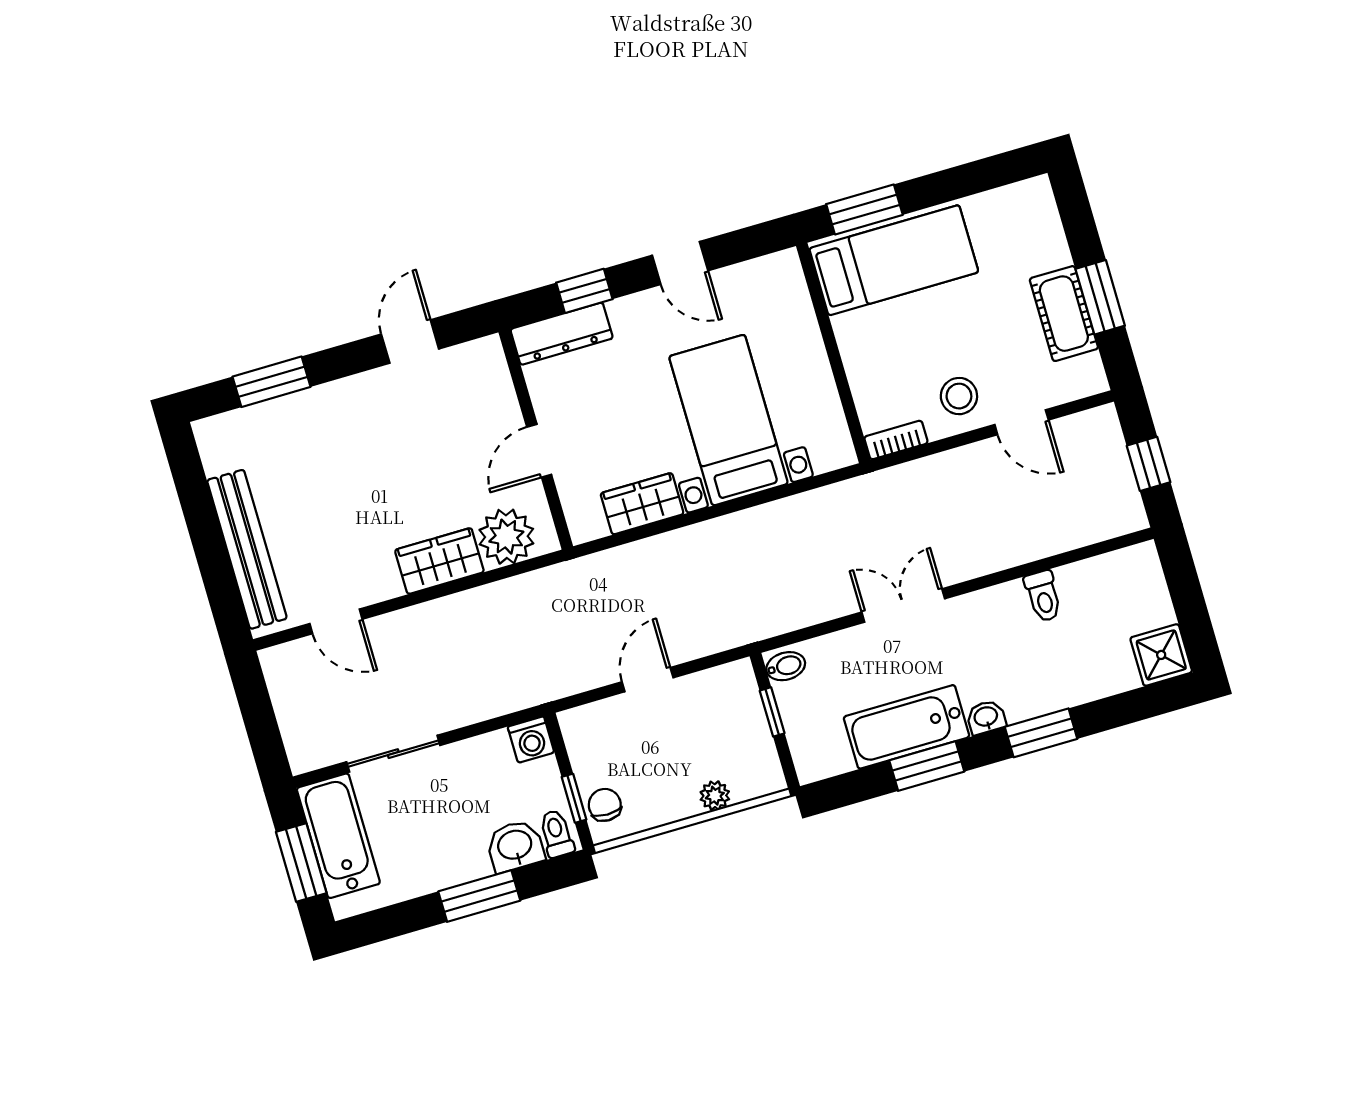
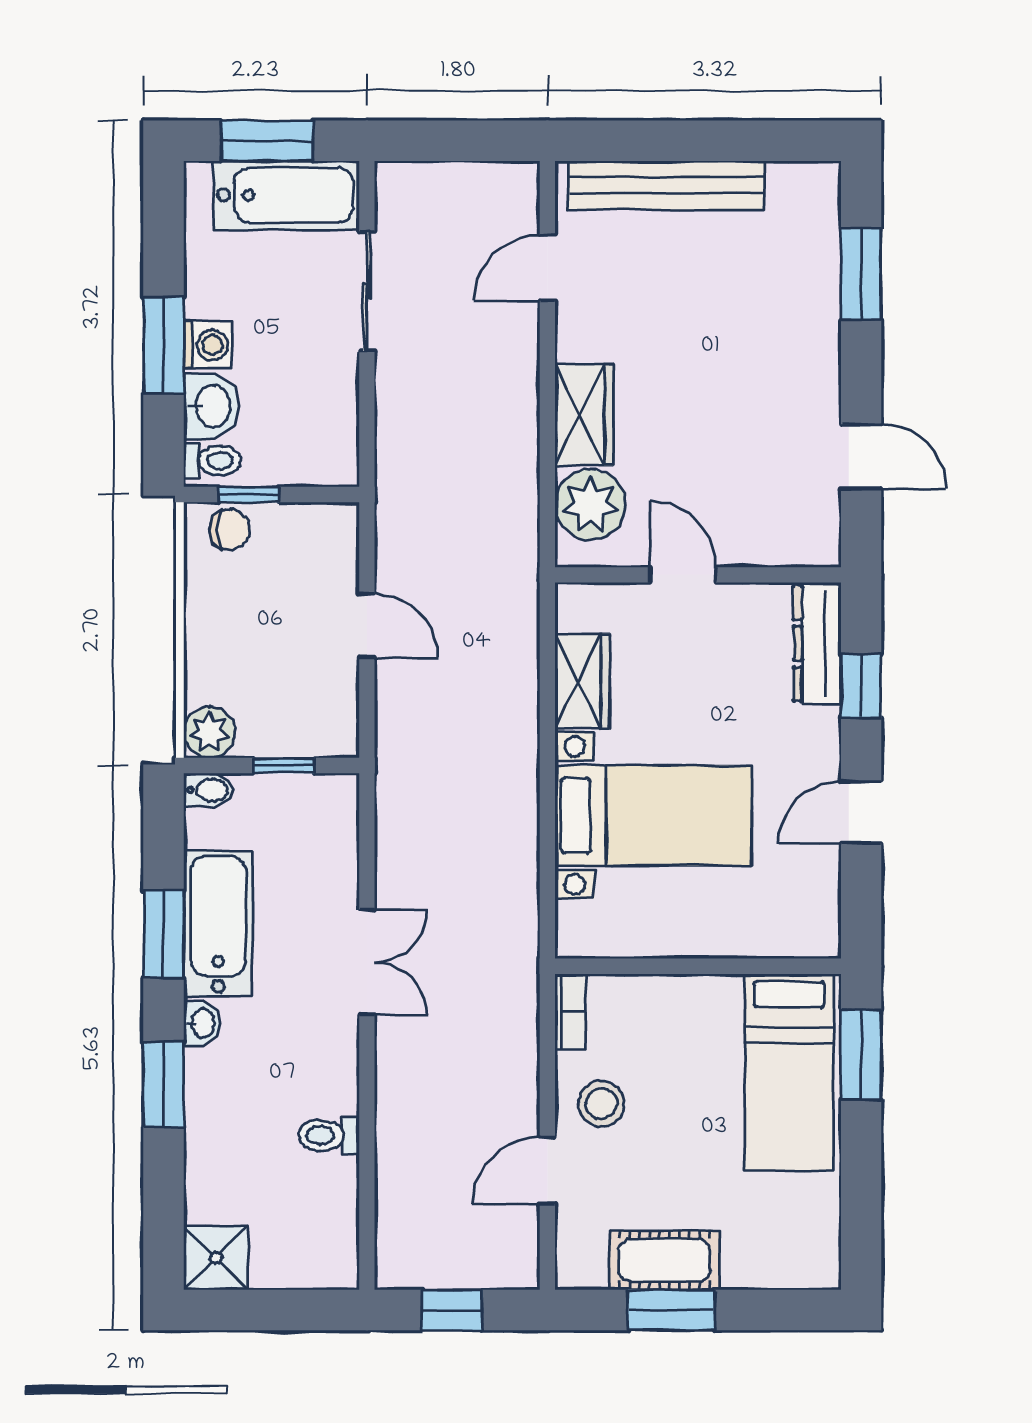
bidet: (786, 666) -> (209, 790), moved, turned -90
washing machine: (531, 740) -> (208, 345), moved, turned 180
plant: (715, 796) -> (209, 732), moved, width x1.38, depth x1.38

